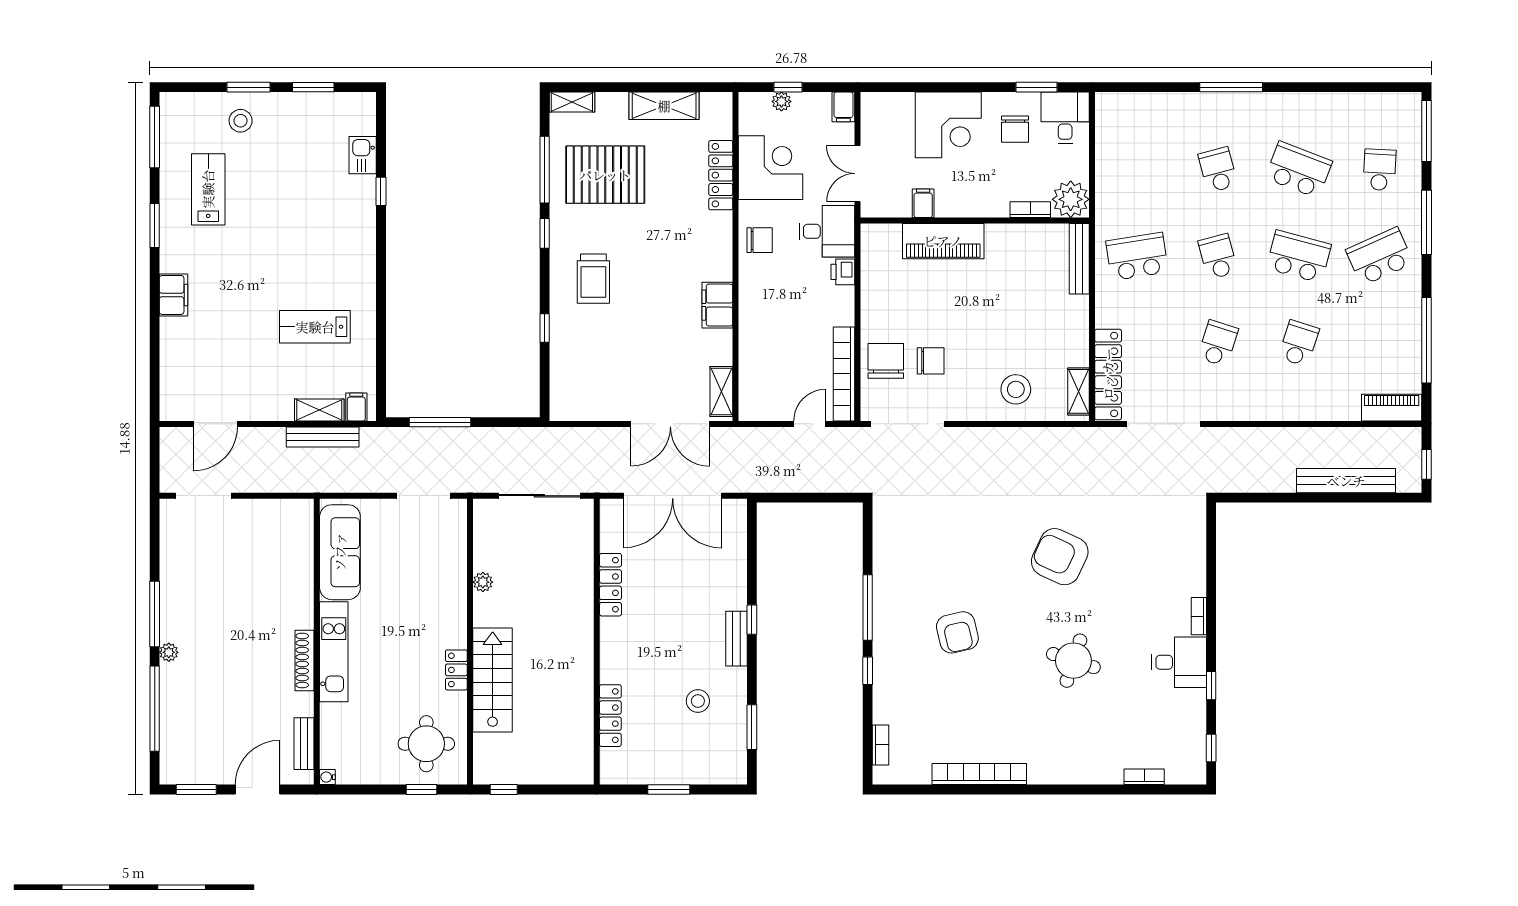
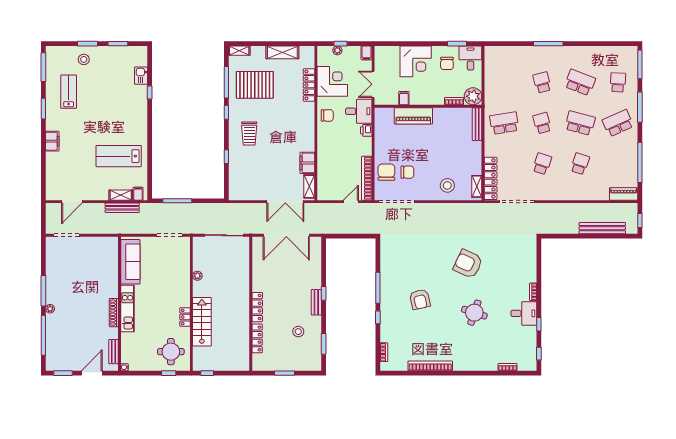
filing cabinet: (717, 305) -> (307, 163), moved
lab bench: (315, 327) -> (119, 156), width x1.36, depth x1.39
locker: (610, 585) -> (257, 307), moved

